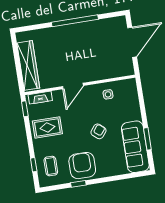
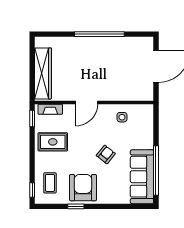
window: (147, 139) -> (156, 171), width x2.11
window: (34, 165) -> (32, 190), moved

